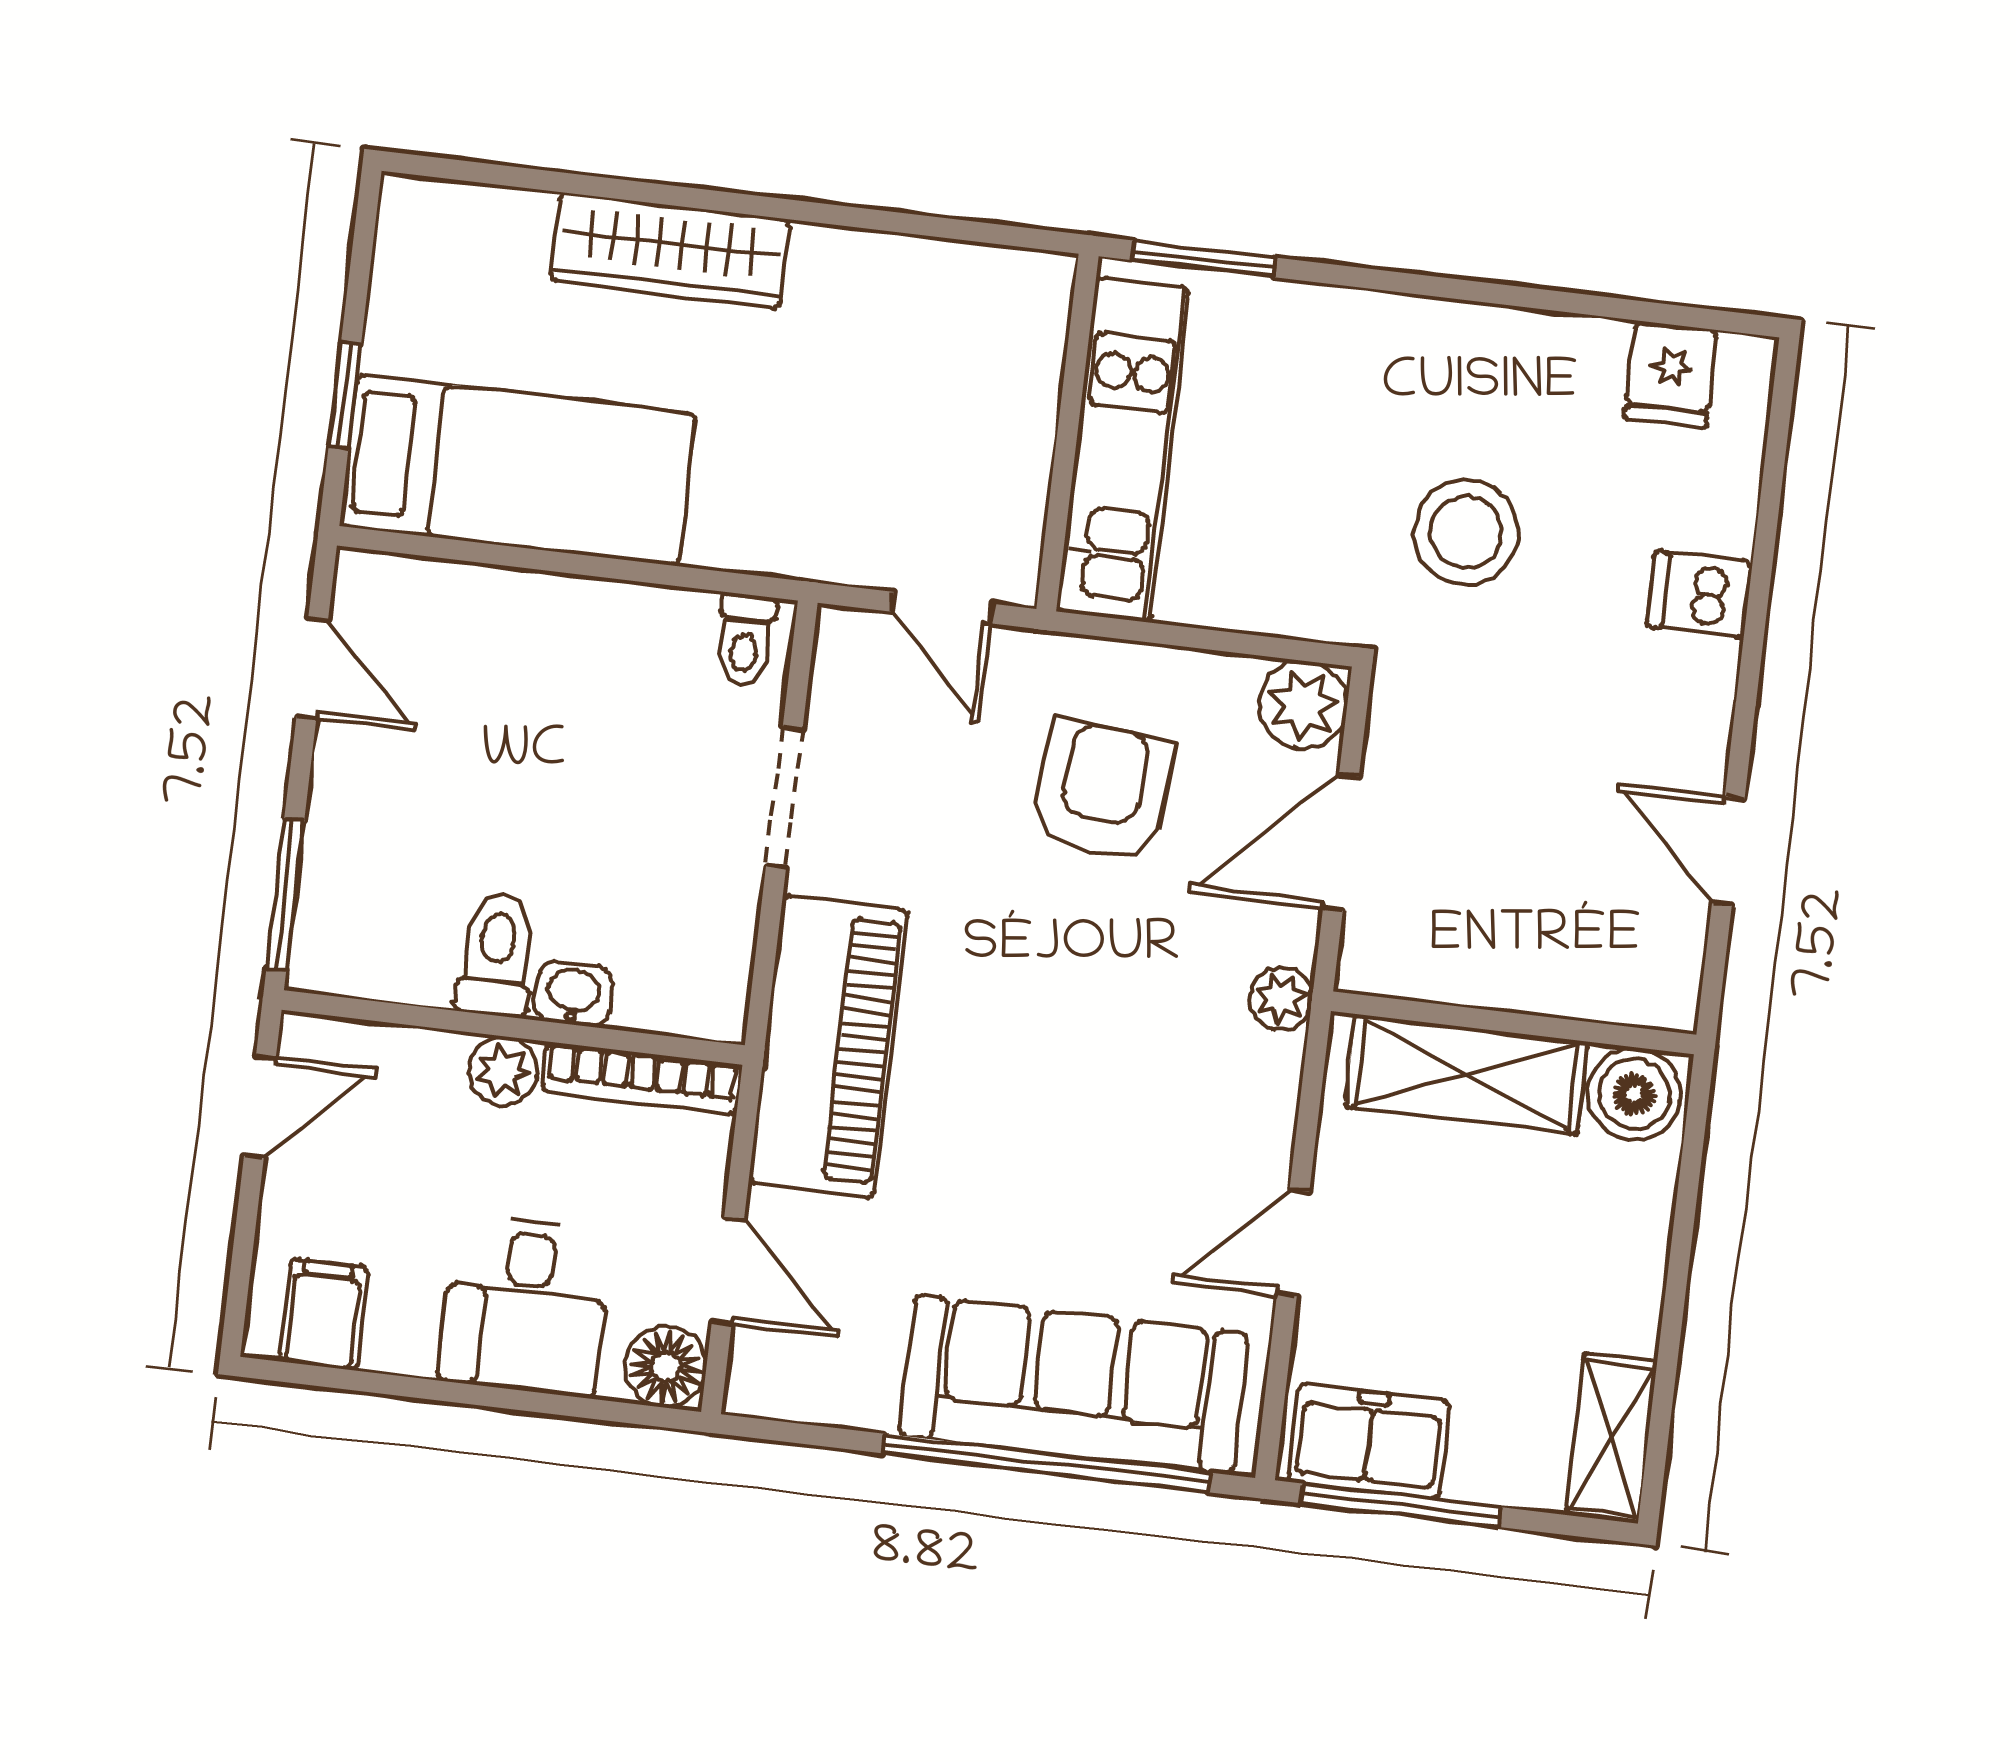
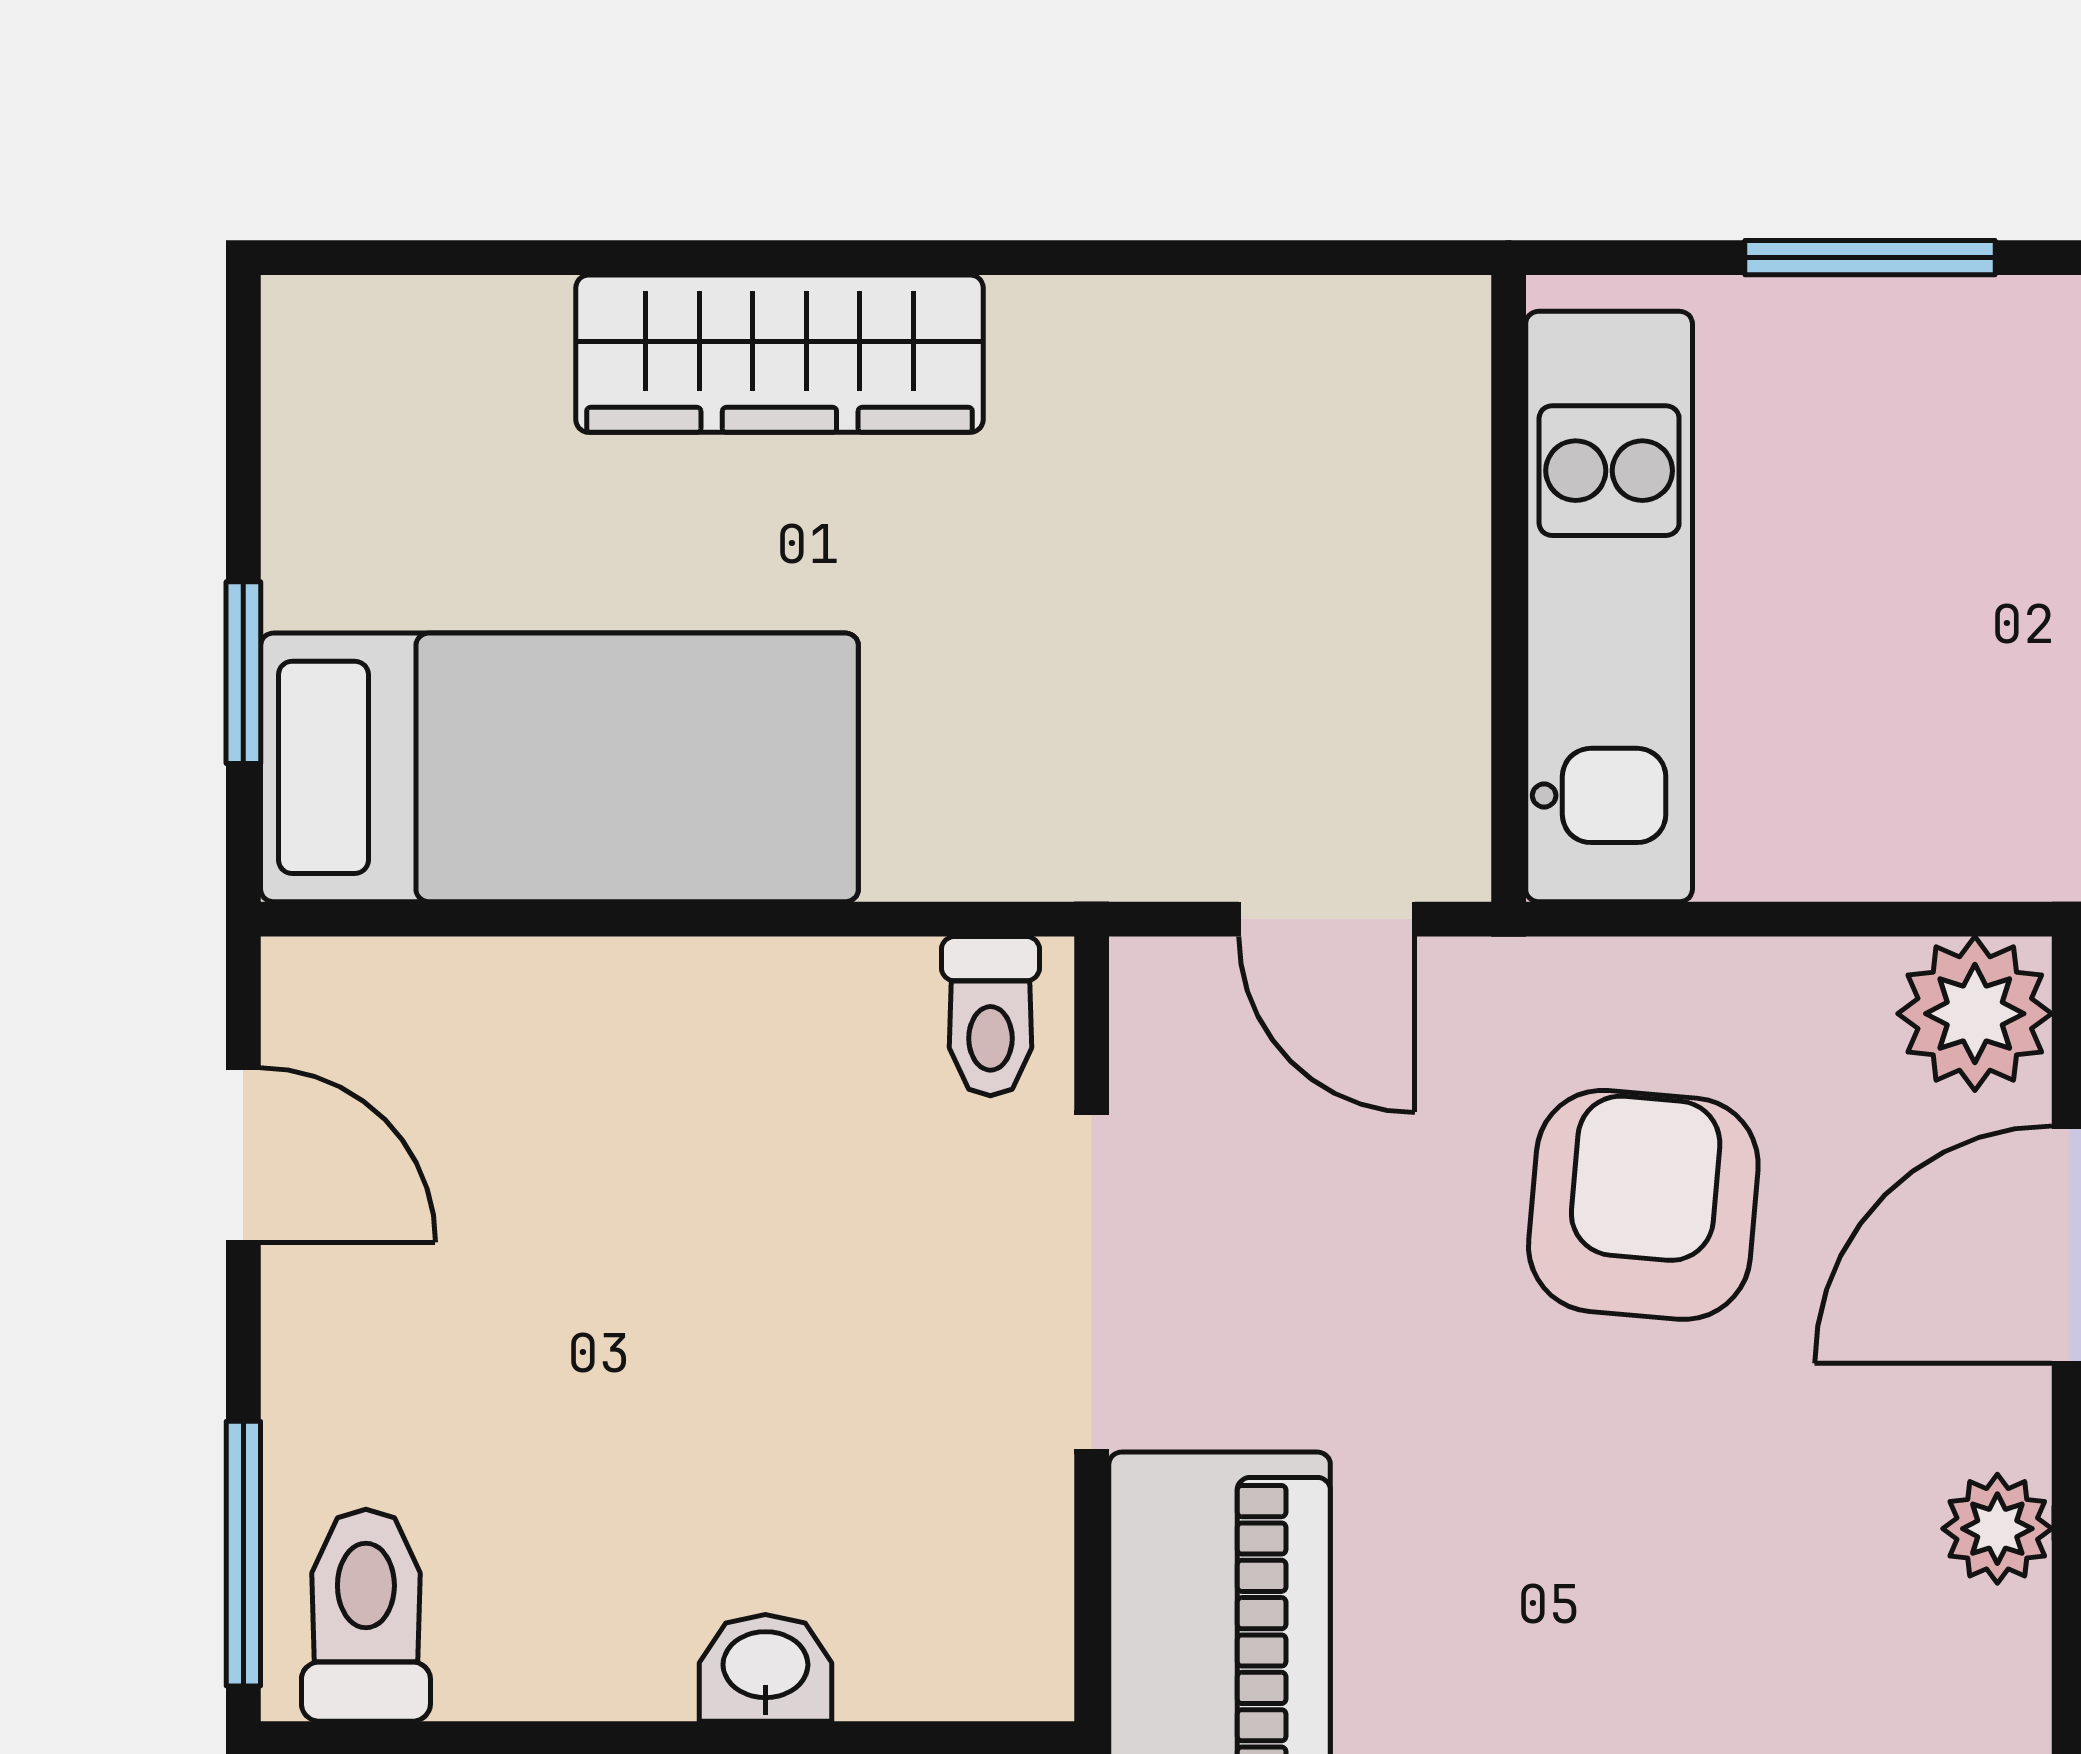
window: (1204, 259) -> (1870, 258), moved
doorway: (784, 798) -> (1092, 1282), width x1.38
toilet: (497, 955) -> (366, 1615), moved

